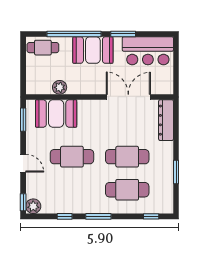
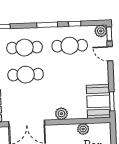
plant: (85, 107) -> (61, 114), added
booth: (56, 113) -> (98, 101), moved, turned 90
cafe table: (72, 157) -> (70, 46), moved
door: (23, 163) -> (110, 54), moved

